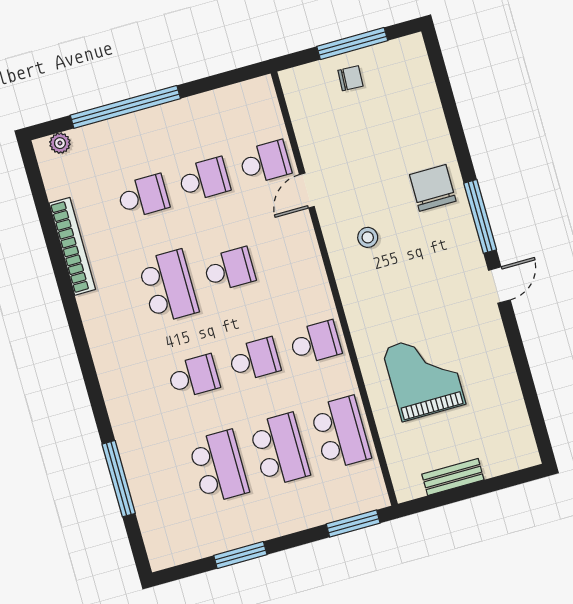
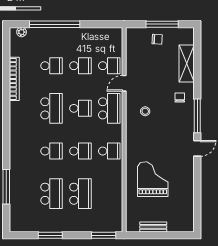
shelving: (427, 112) -> (187, 63), added
chair: (433, 188) -> (180, 97), width x0.54, depth x0.54
school desk: (340, 433) -> (109, 108), moved

